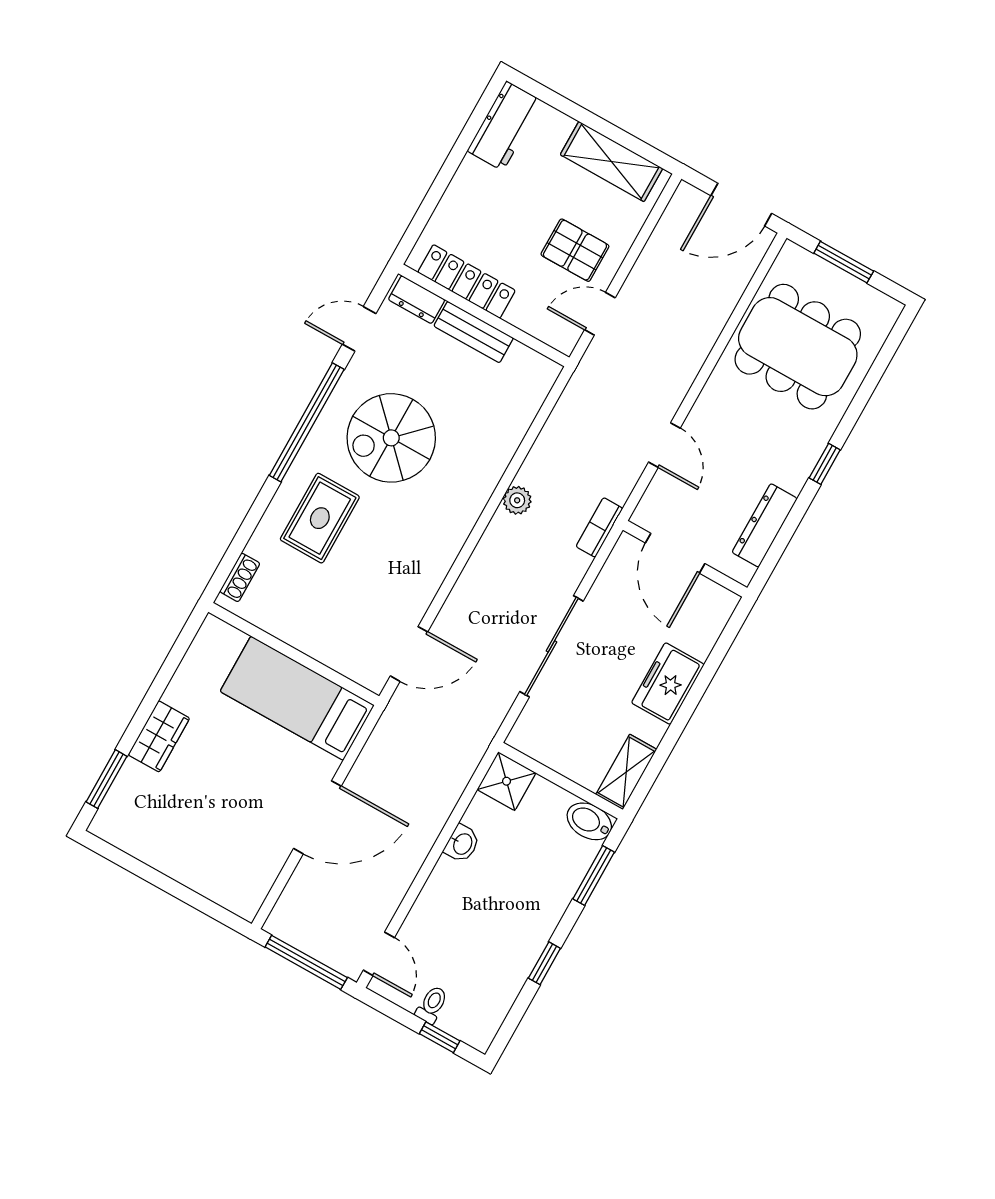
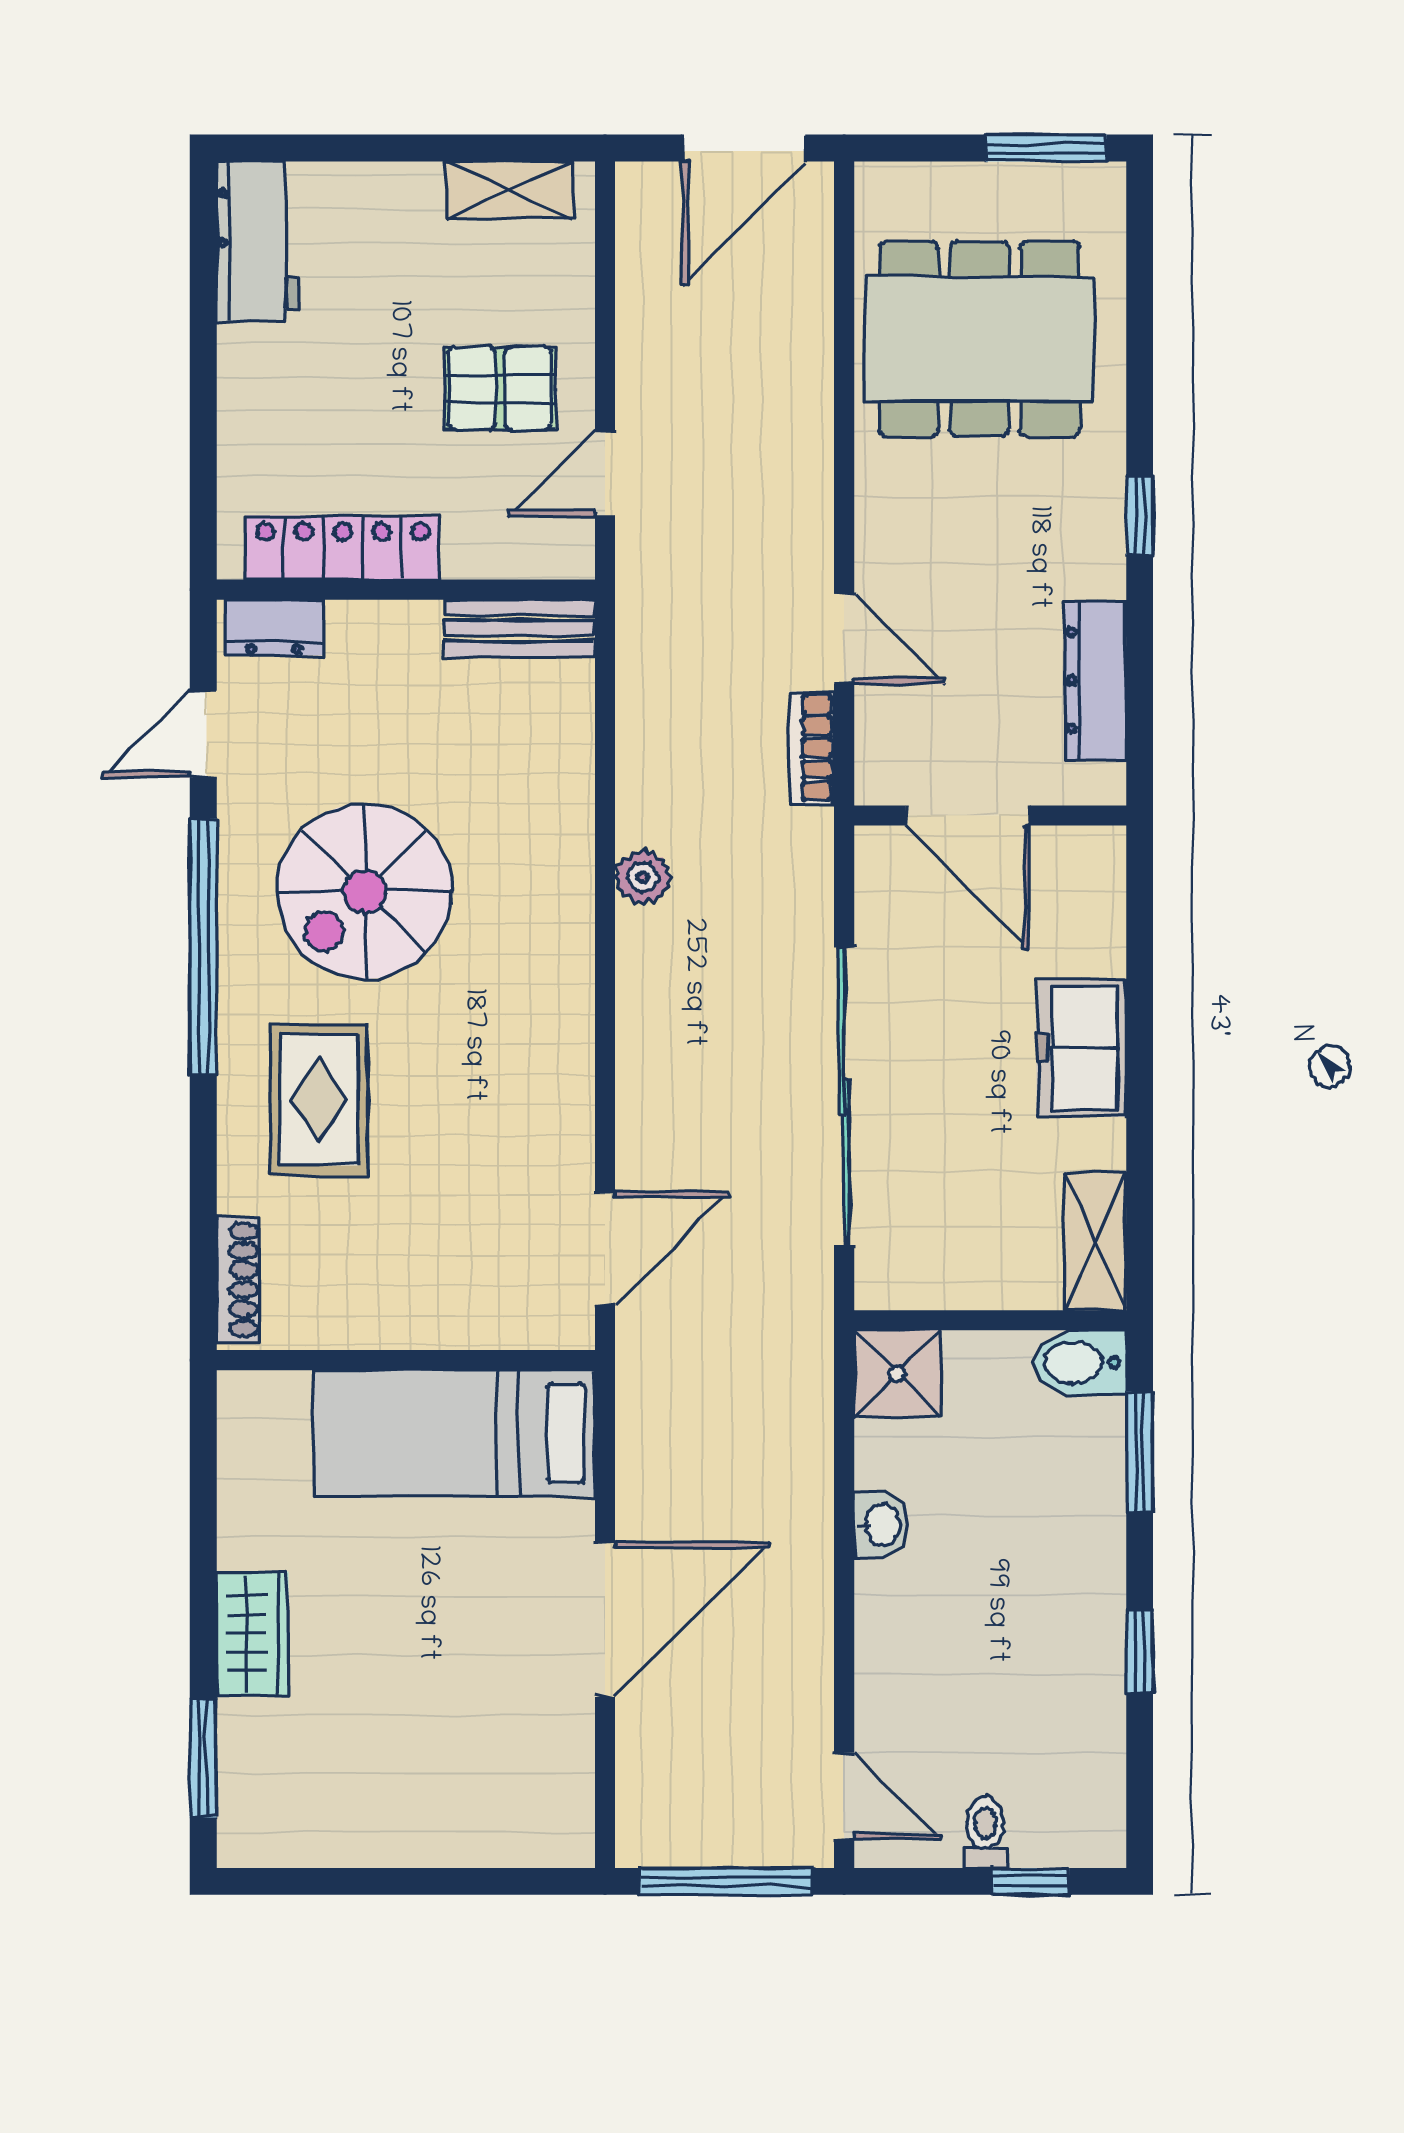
shelving: (611, 161) -> (509, 190), width x0.67, depth x0.75
window: (844, 262) -> (1046, 148), moved
bench: (474, 332) -> (520, 628), moved
bookcase: (599, 527) -> (812, 748), moved
shoe rack: (240, 577) -> (238, 1280), width x1.43
sliding door: (551, 646) -> (844, 1097), width x1.36

